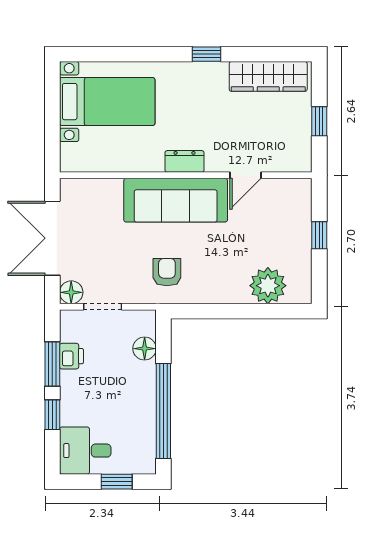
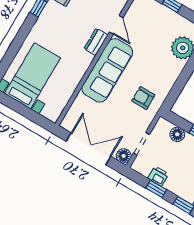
dresser: (184, 161) -> (96, 42), moved
double door: (52, 238) -> (89, 149), swing flipped
window: (52, 364) -> (156, 189), width x0.67

